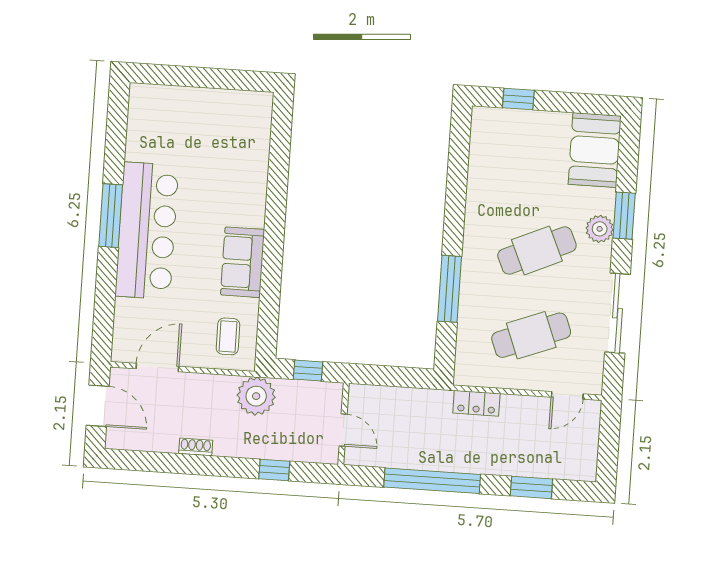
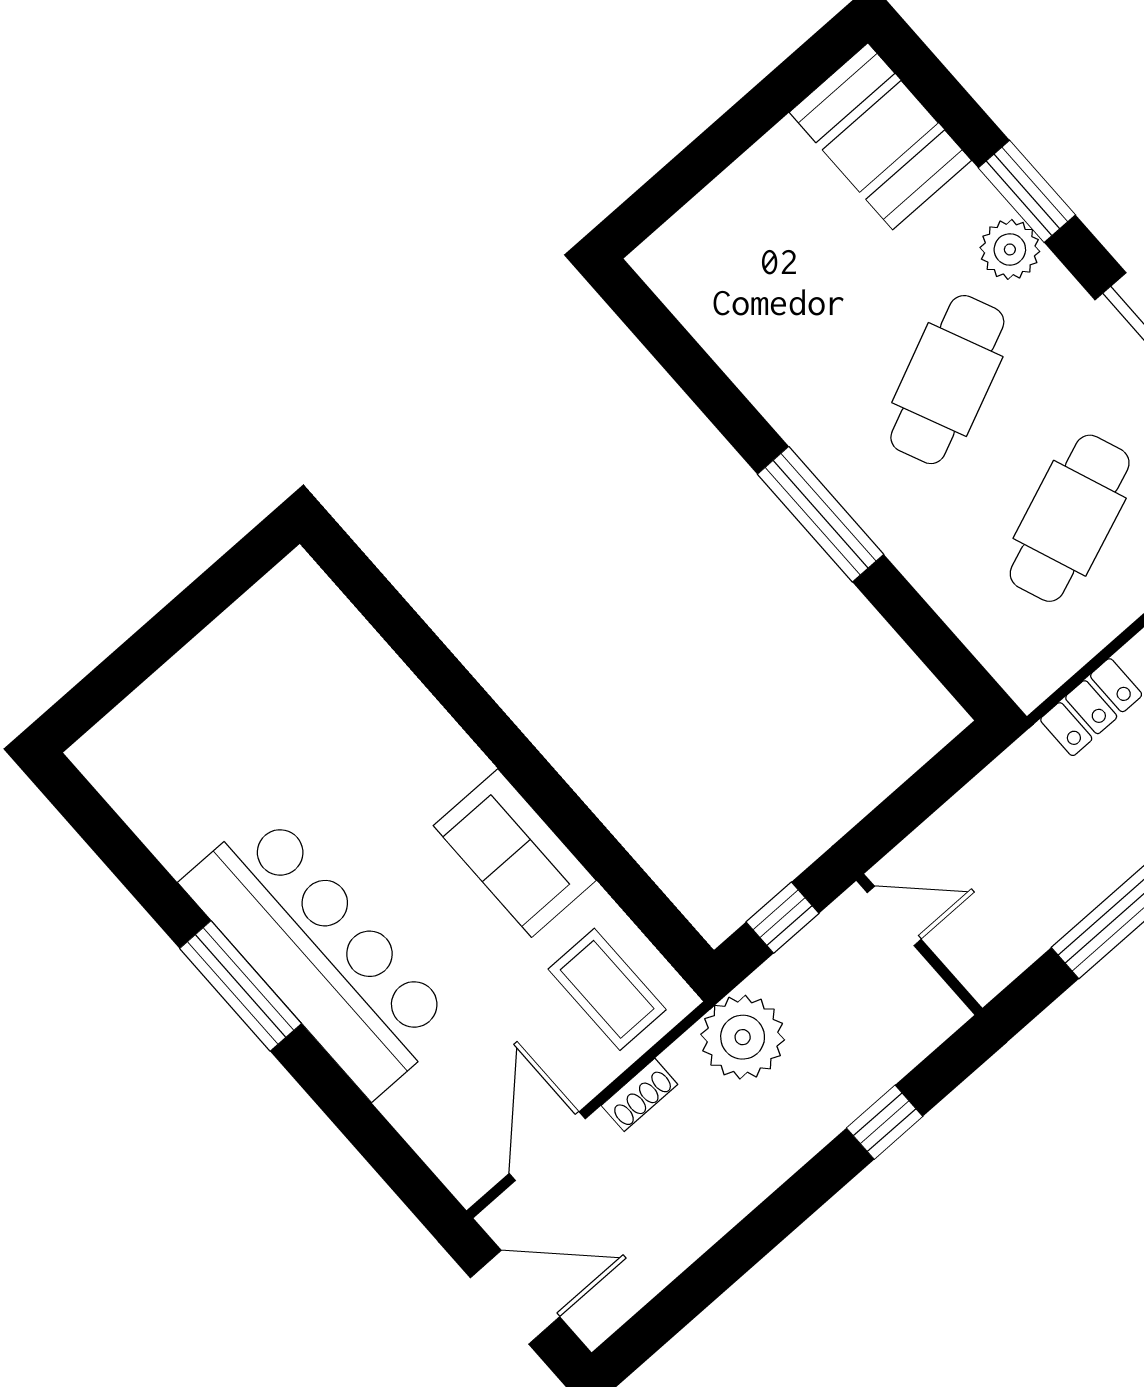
window: (518, 99) -> (685, 176), removed
window: (450, 289) -> (821, 514), moved
coffee table: (228, 336) -> (607, 989), width x1.36, depth x1.30
door: (343, 430) -> (894, 916), moved
shoe rack: (196, 447) -> (640, 1095), moved, turned 180

